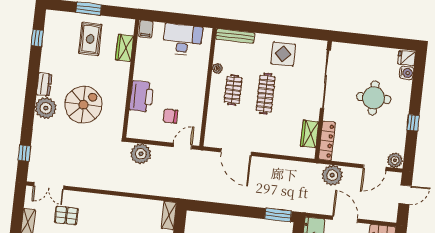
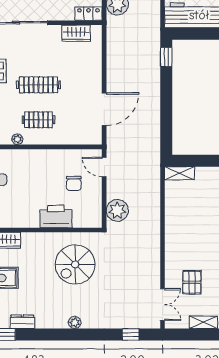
dresser: (44, 84) -> (22, 322), moved
spiral stairs: (83, 105) -> (75, 264), moved, turned -90
plant: (46, 108) -> (75, 322), width x0.53, depth x0.53
locker: (327, 141) -> (88, 14), width x0.66
window: (278, 215) -> (166, 57), width x0.67

